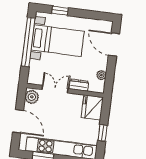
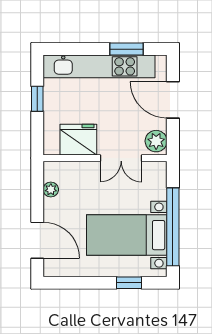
dresser: (79, 85) -> (84, 169), removed
fridge: (92, 107) -> (78, 140), moved, turned -90

